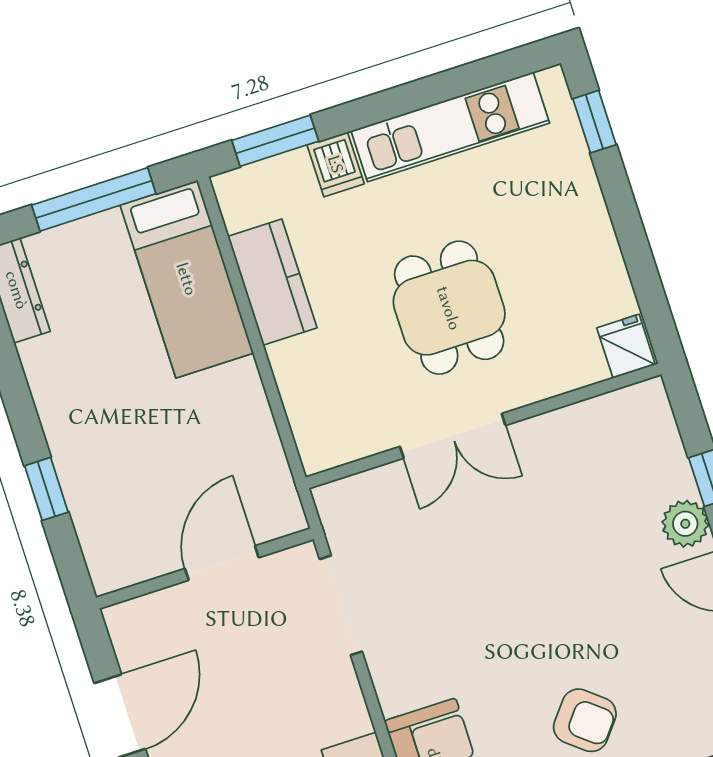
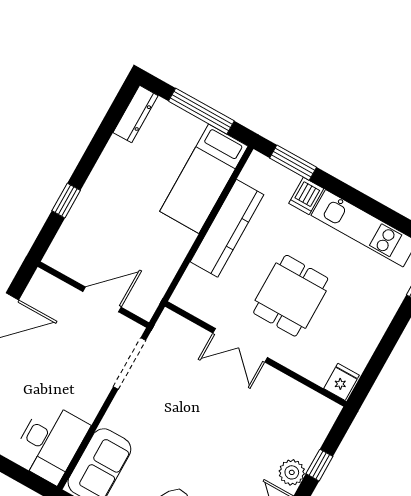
kitchen counter: (272, 282) -> (227, 228), width x1.50

